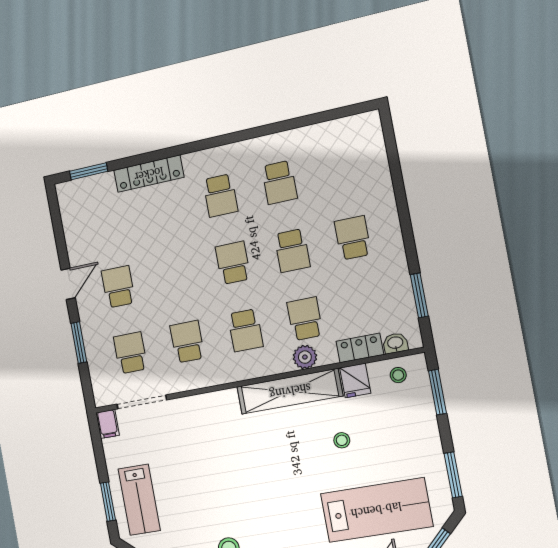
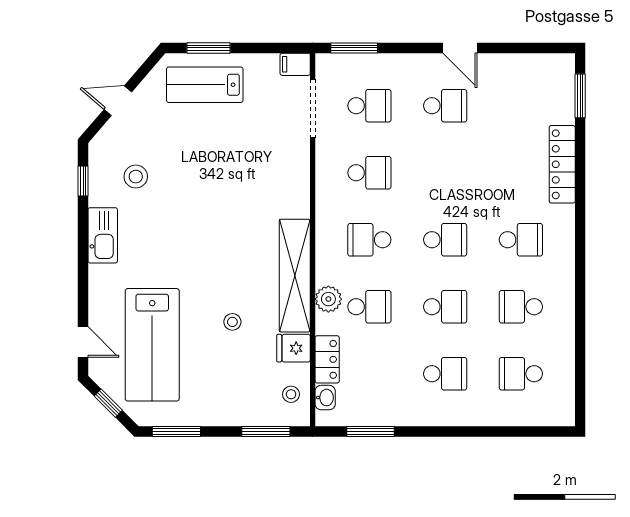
school desk: (340, 169) -> (521, 374), added
school desk: (220, 196) -> (521, 240), turned 180
school desk: (292, 250) -> (445, 307), turned 180
window: (79, 343) -> (354, 48), moved

